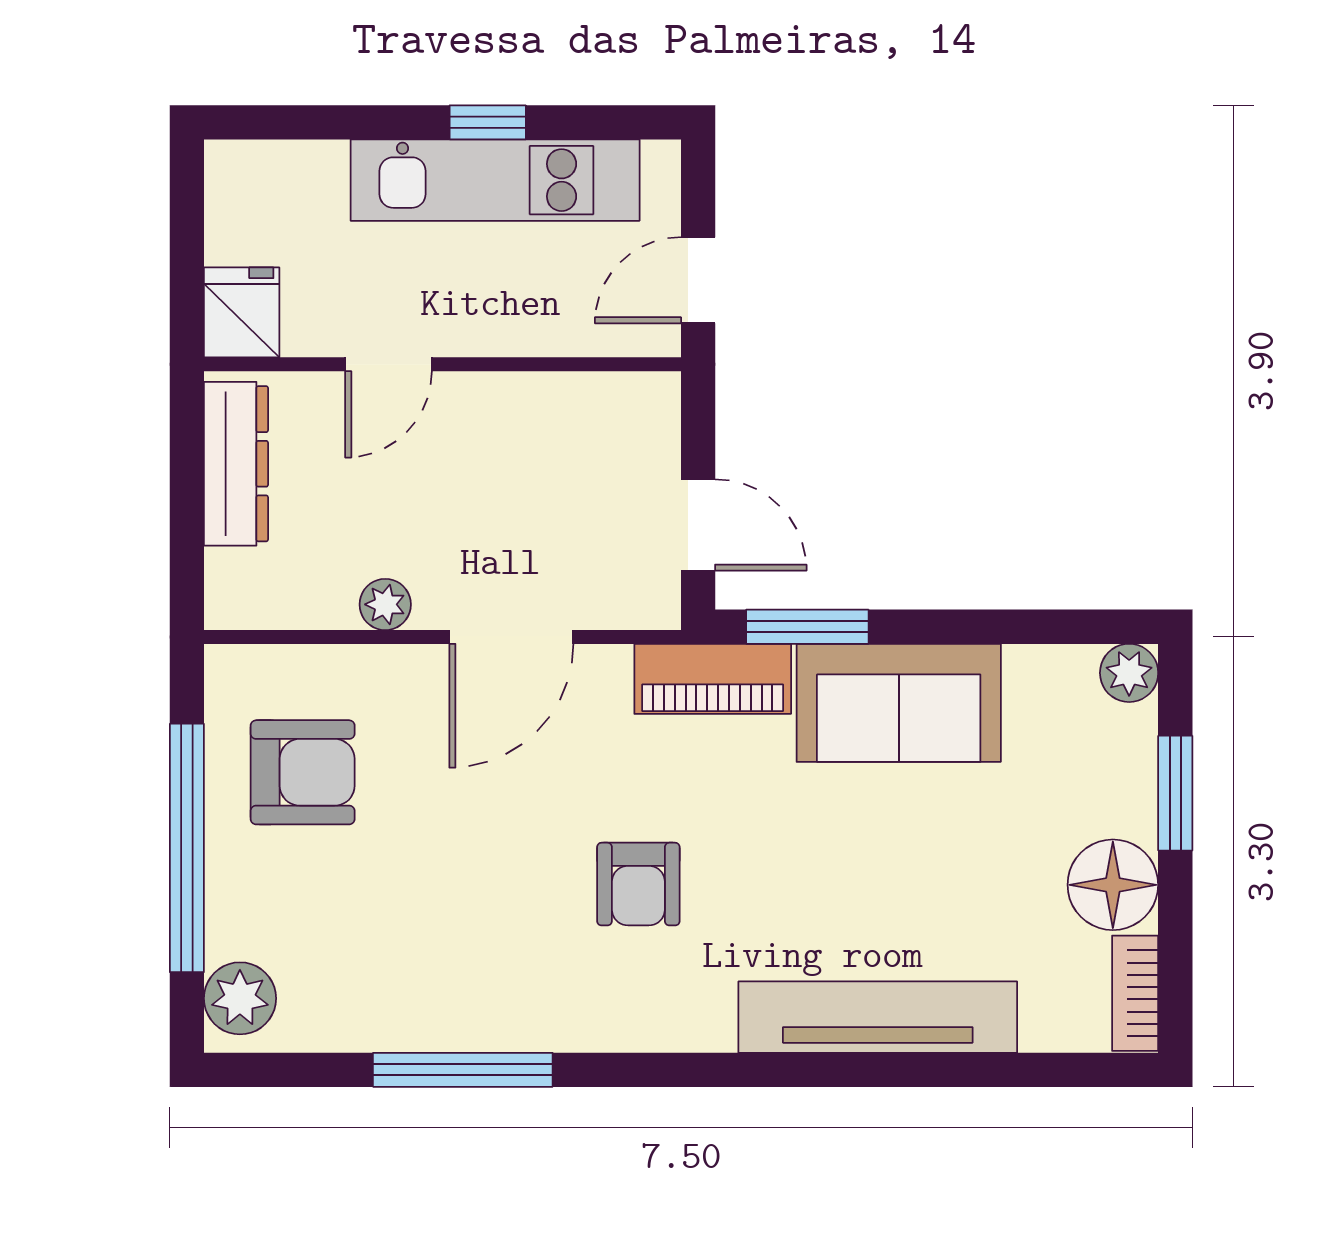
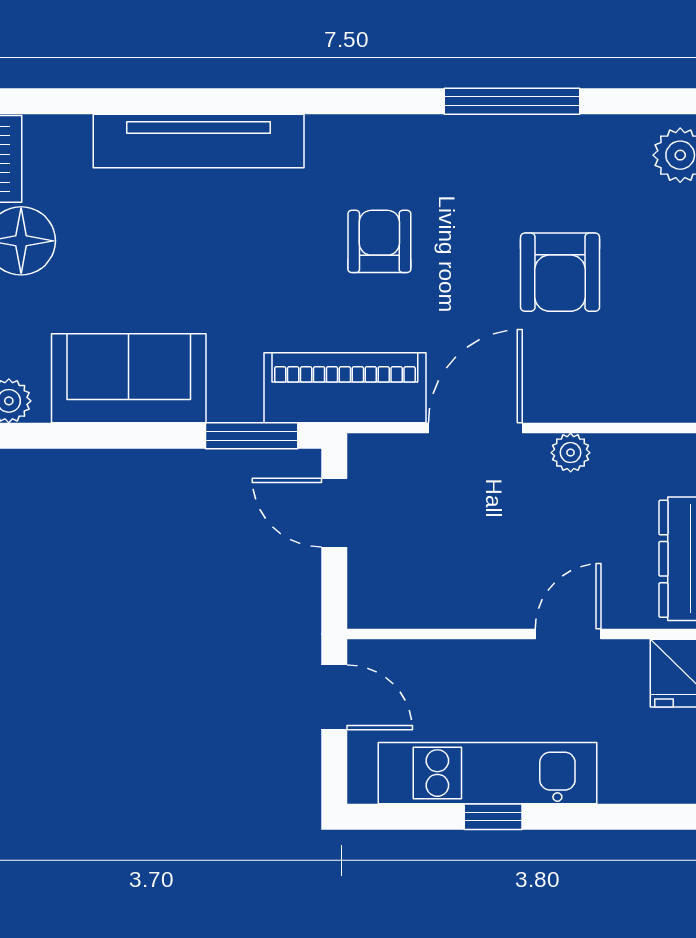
door: (698, 280) -> (334, 697), hinge flipped
piano: (713, 679) -> (345, 388), width x1.37, depth x1.33
sofa: (899, 703) -> (129, 378), moved
armchair: (303, 772) -> (560, 272), moved, turned -90

